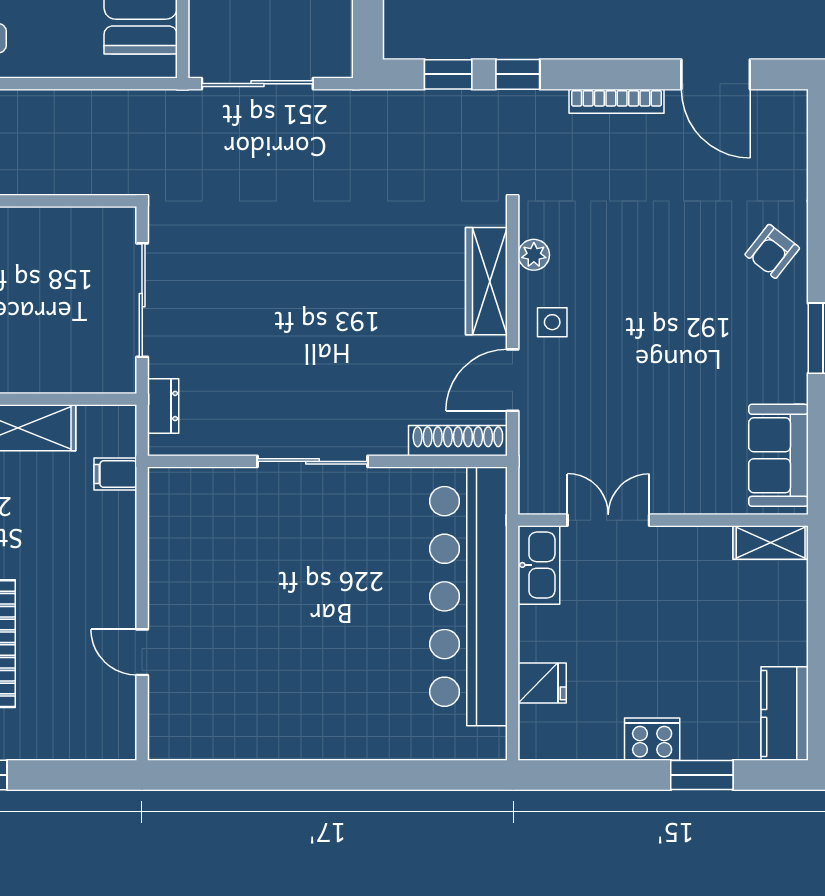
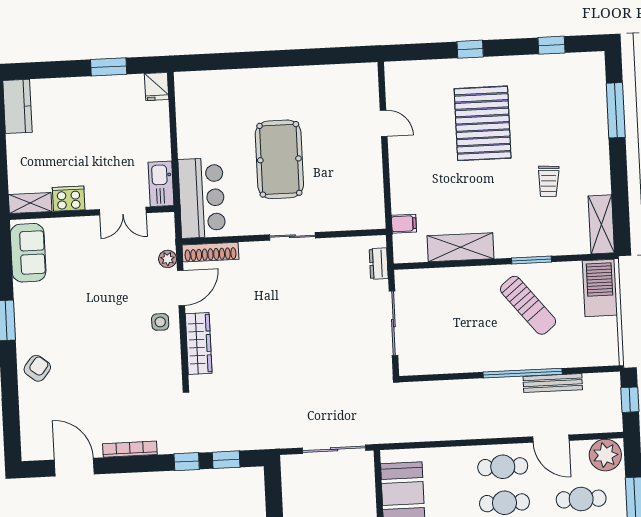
plant: (534, 255) -> (168, 259), moved
sliding door: (313, 461) -> (292, 236), width x0.73
bar counter: (469, 596) -> (202, 198), width x0.54
pool table: (329, 598) -> (279, 159), added
fridge: (542, 683) -> (157, 87), moved, turned -90
cooker: (652, 739) -> (69, 199), moved, turned 180
window: (702, 775) -> (109, 67), moved

